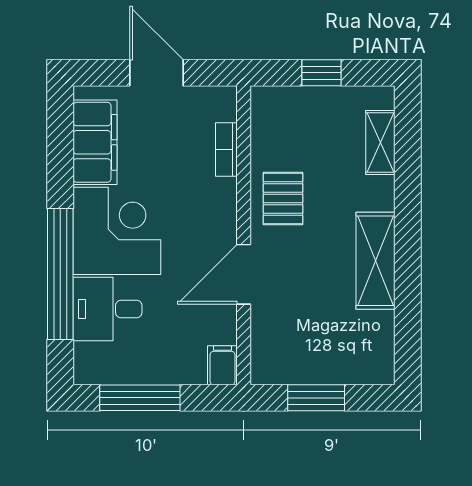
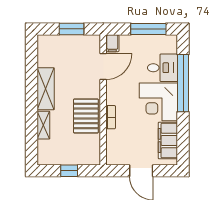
shelving: (380, 143) -> (43, 125), moved
bookcase: (226, 149) -> (111, 117), moved
pallet: (283, 198) -> (86, 116), width x1.50, depth x1.42
door: (244, 274) -> (103, 67), moved

